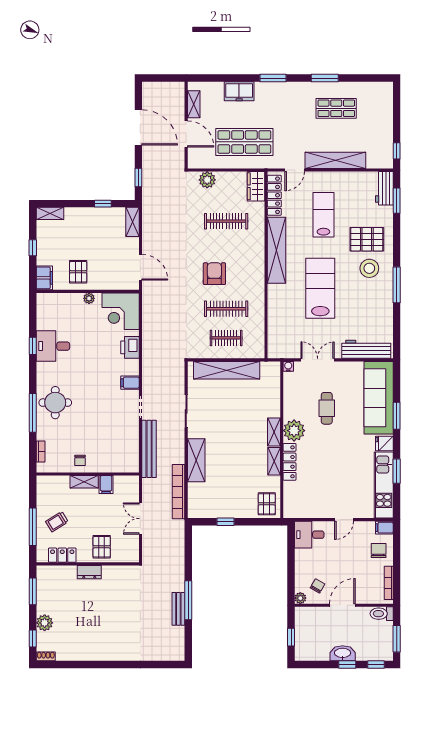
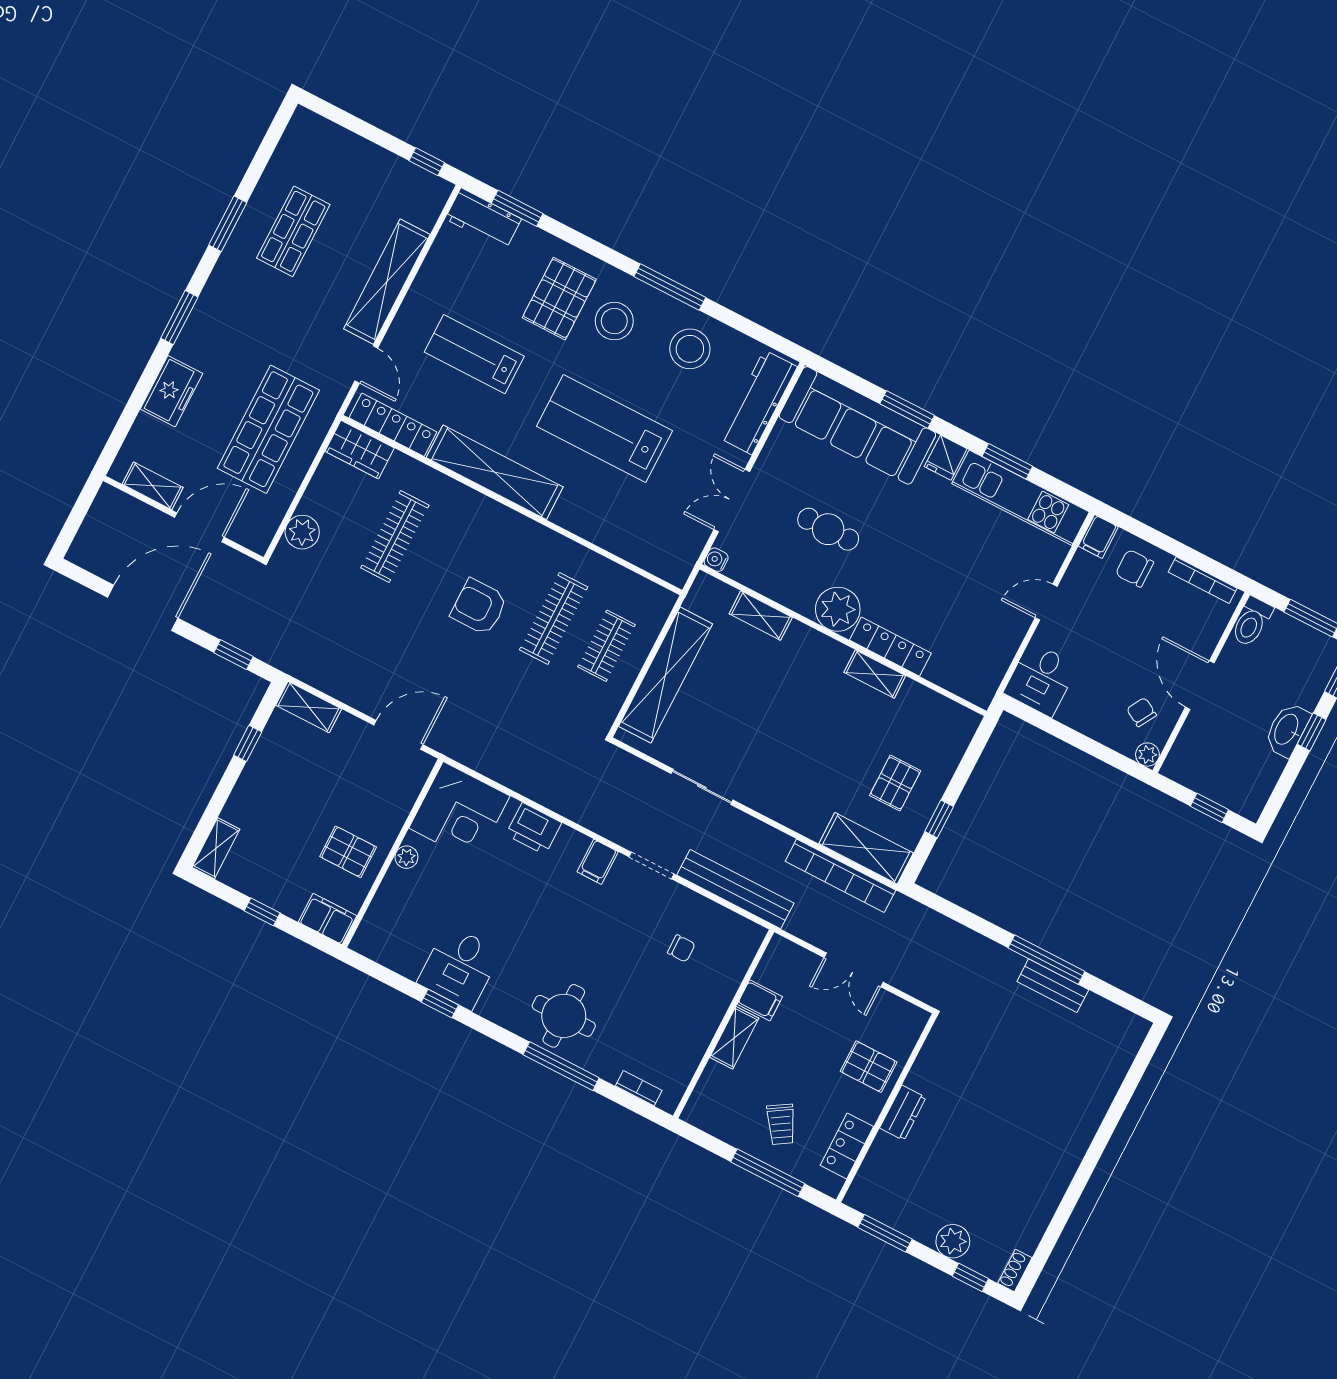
stool: (374, 308) -> (690, 349), added
shelving: (274, 432) -> (761, 616), moved
chair: (80, 460) -> (681, 948), moved
shelving: (196, 460) -> (866, 848), moved
pallet: (267, 504) -> (895, 783), moved, turned 90
door: (344, 520) -> (1046, 602), swing flipped

